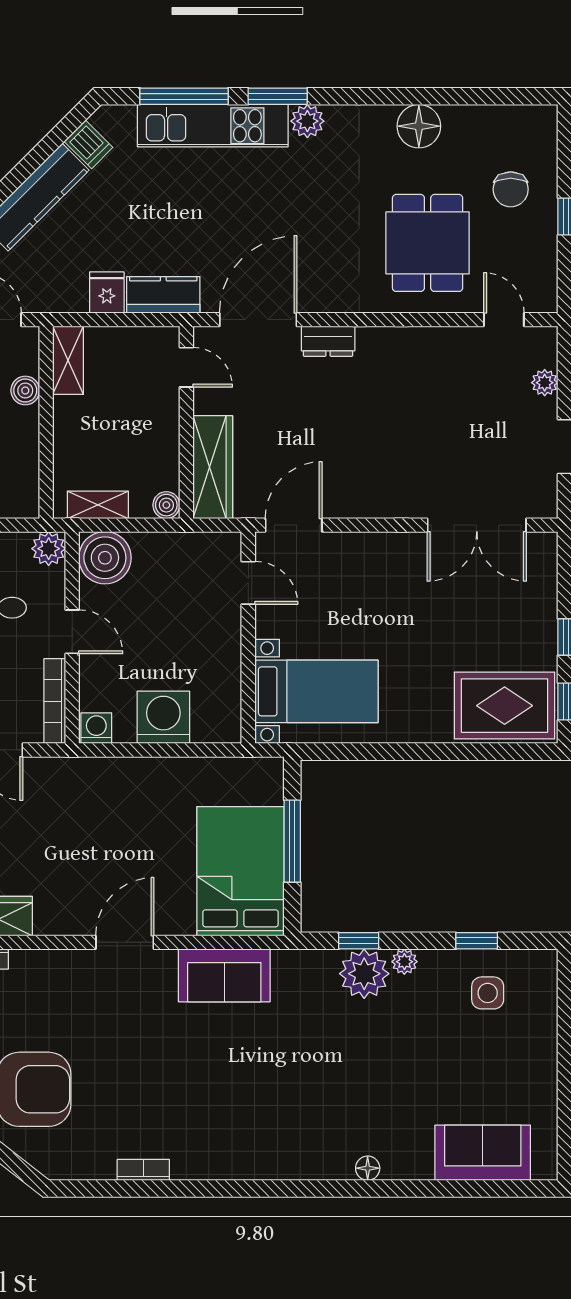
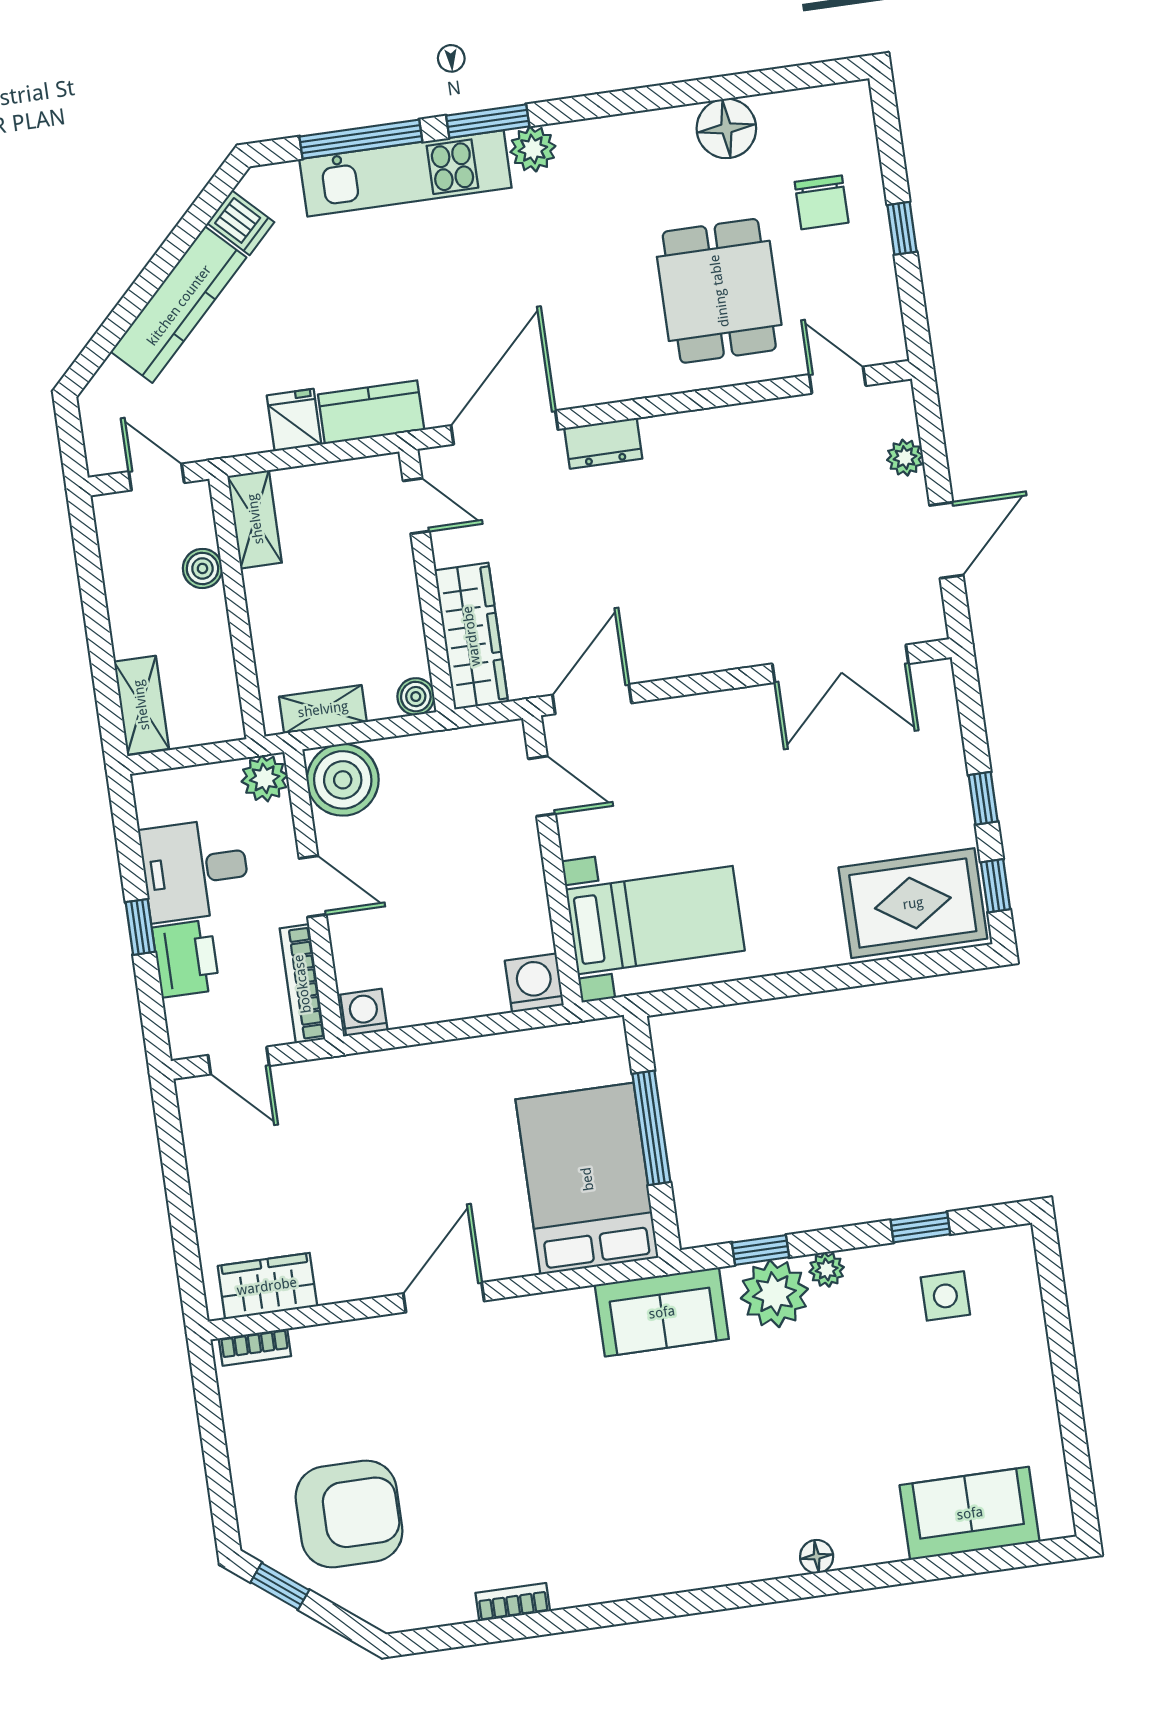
floor lamp: (419, 126) -> (726, 128), moved
washing machine: (163, 717) -> (534, 983), moved, width x0.73, depth x0.73
sofa: (224, 975) -> (662, 1312), moved

